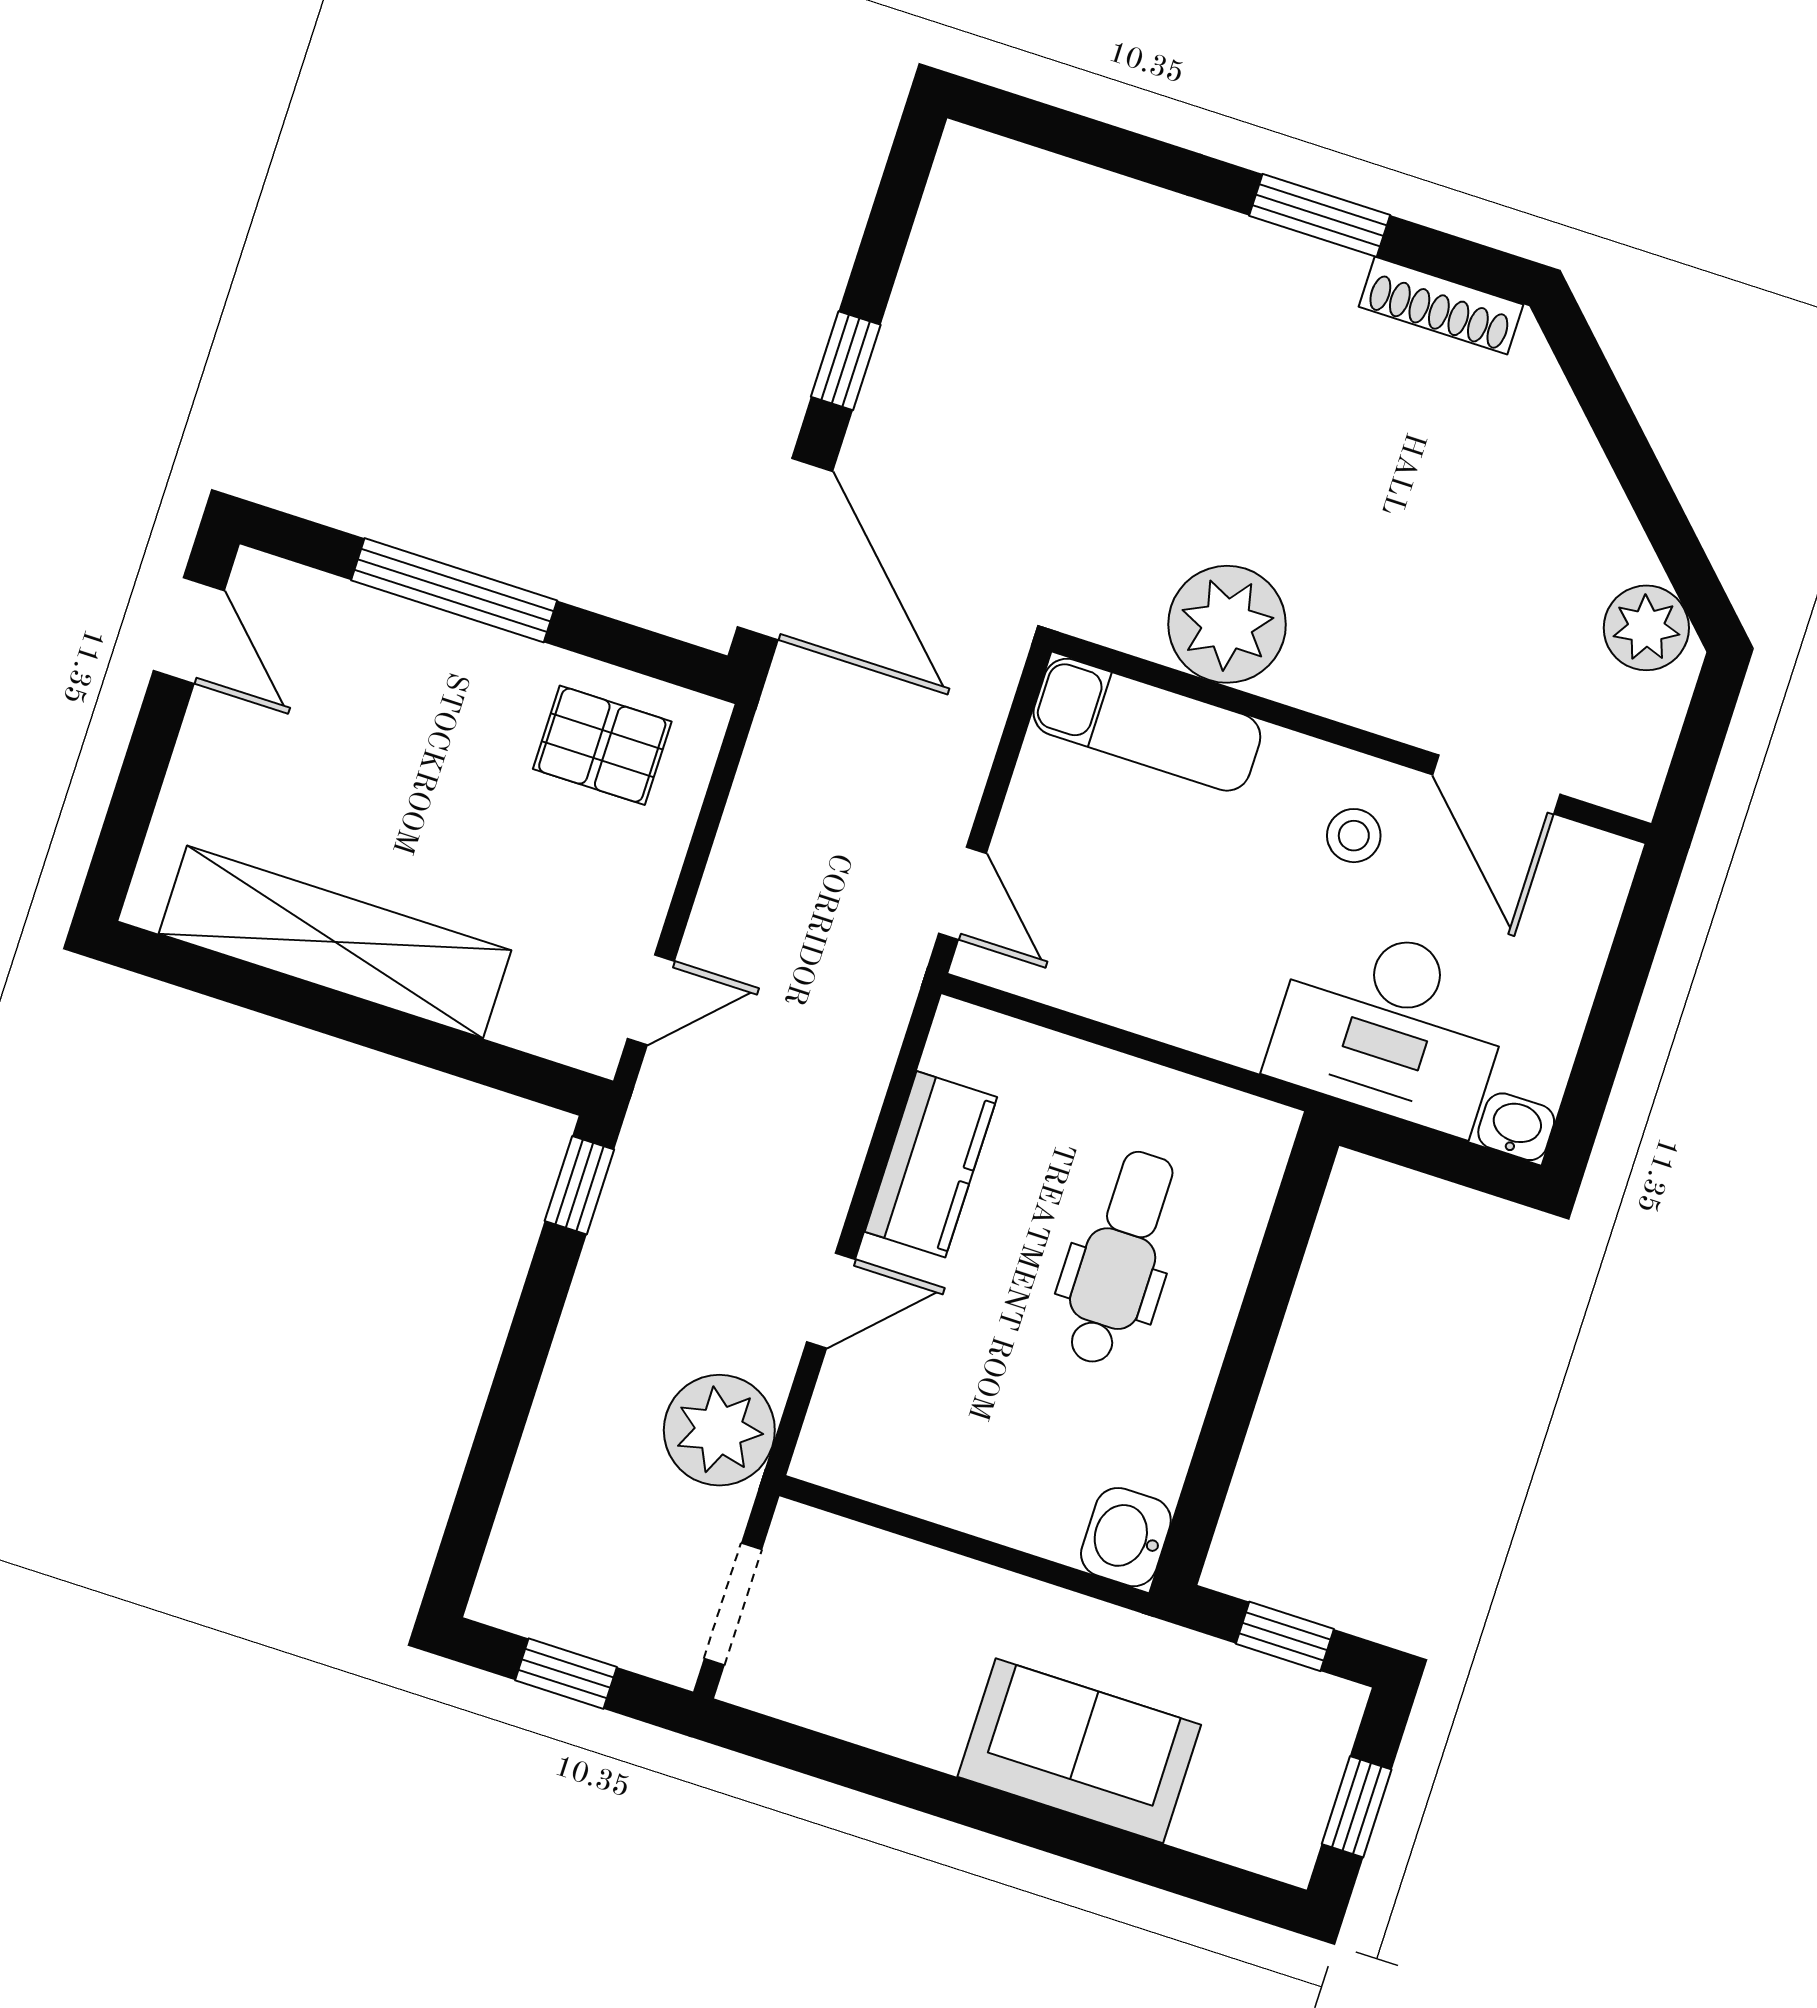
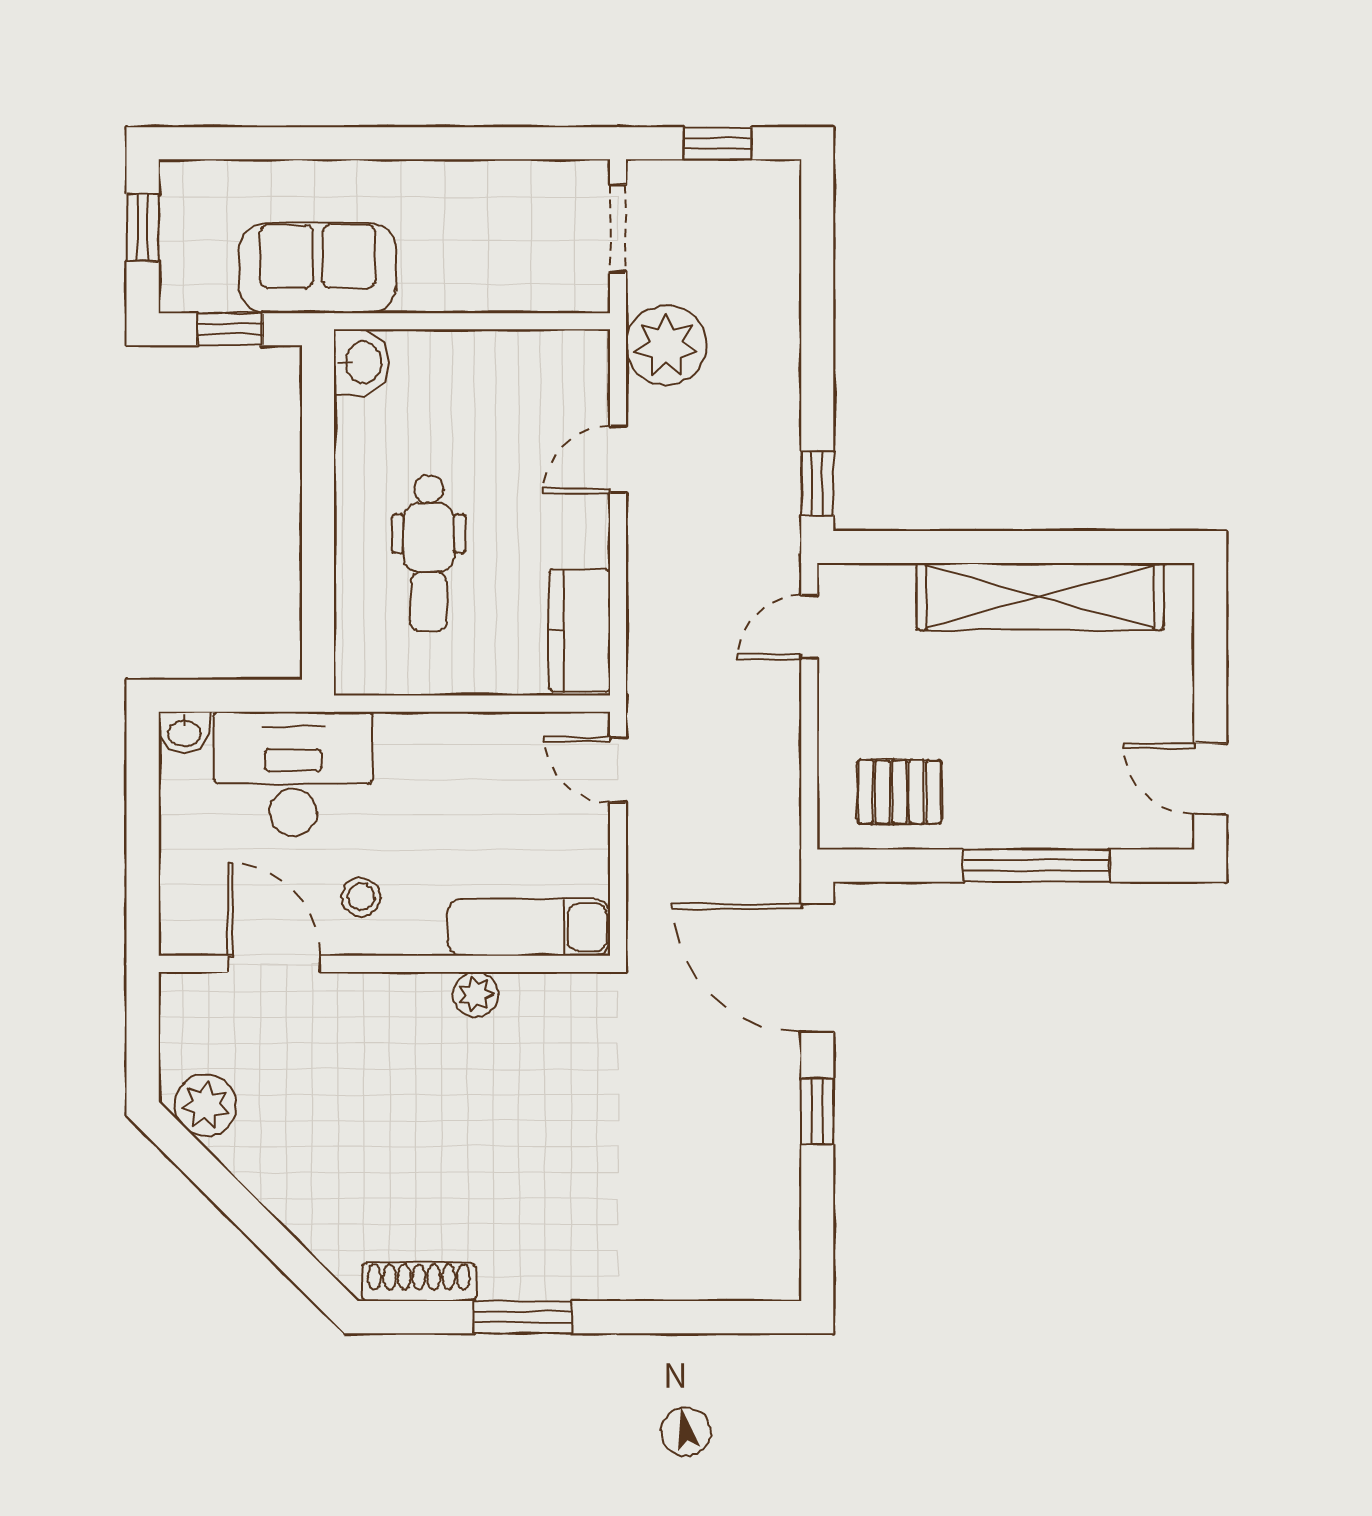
plant: (1227, 624) -> (476, 995), width x0.53, depth x0.53
kitchen counter: (931, 1164) -> (579, 630), moved
sofa: (1079, 1751) -> (318, 268), moved, turned 180

